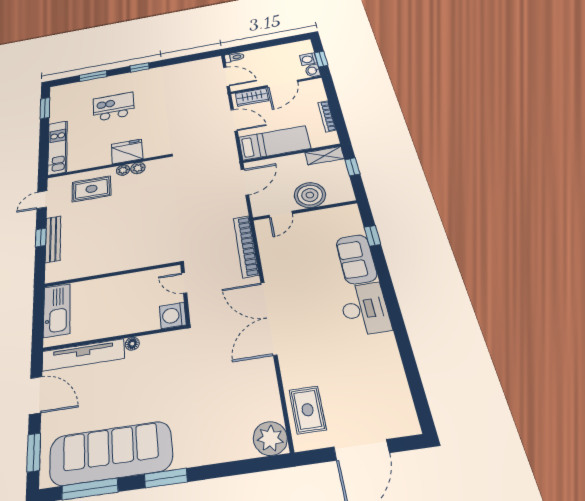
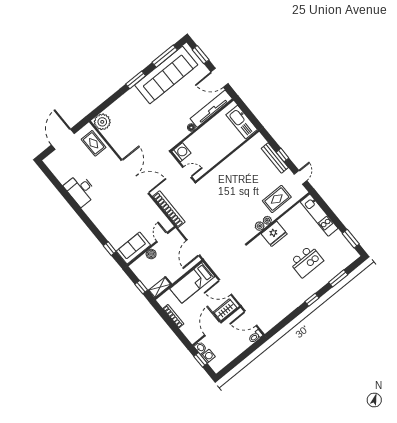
boiler: (310, 195) -> (151, 254), width x0.54, depth x0.54
sofa: (356, 259) -> (133, 248), moved, turned -90
desk: (365, 309) -> (81, 190), moved

